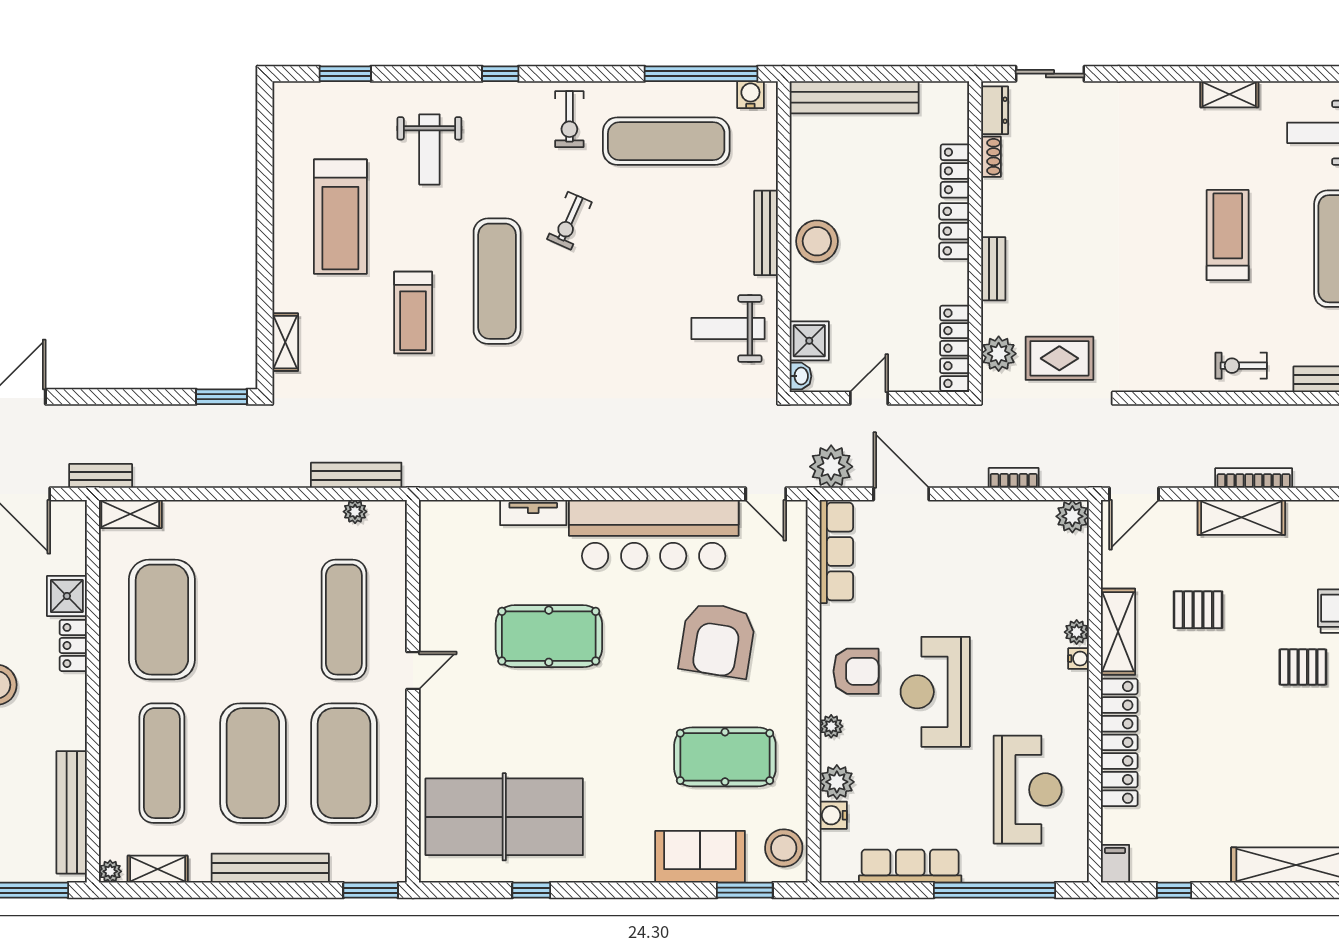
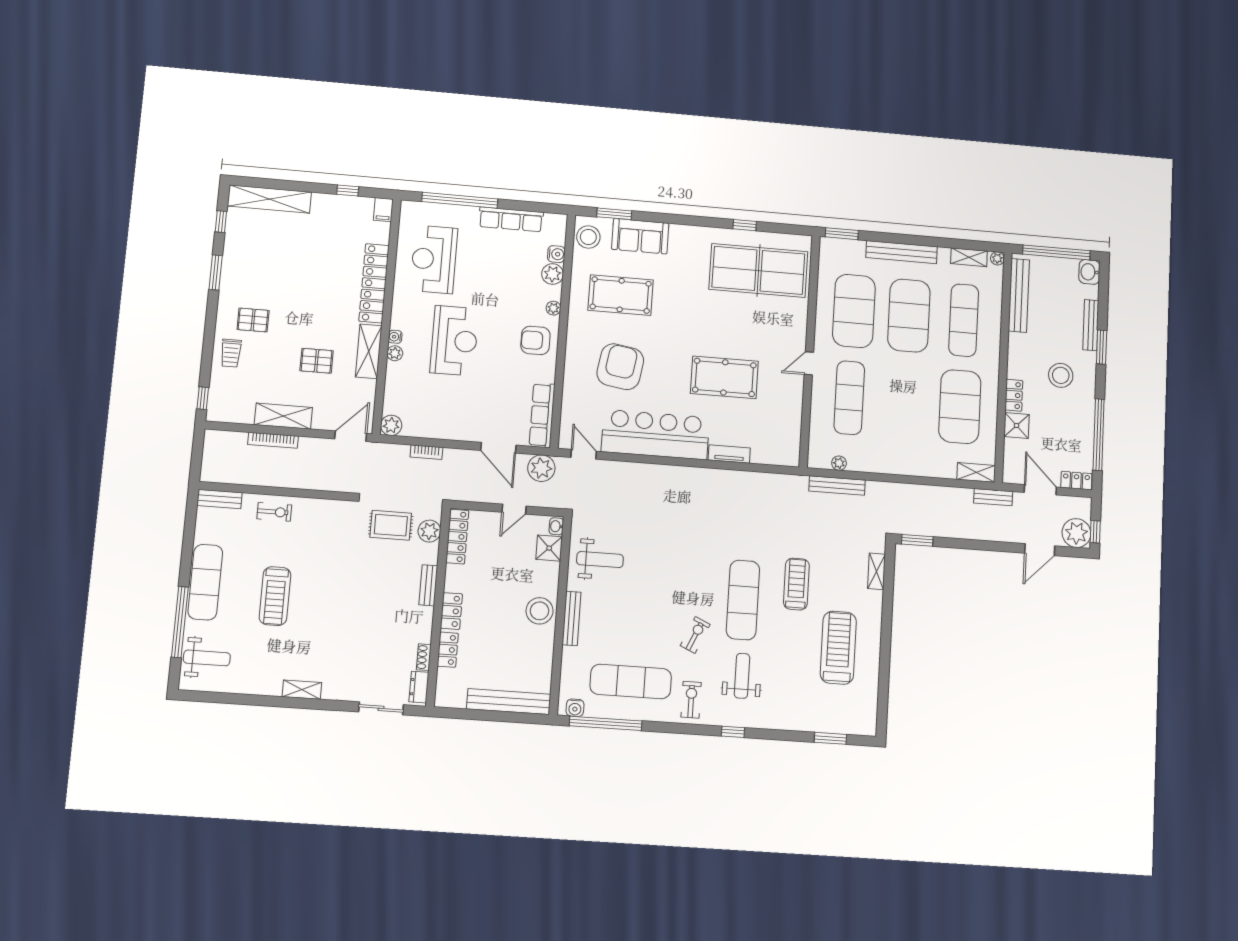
shelving: (1229, 94) -> (302, 690), moved
weight bench: (429, 149) -> (742, 676), moved
reception desk: (935, 692) -> (454, 341), moved

